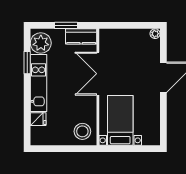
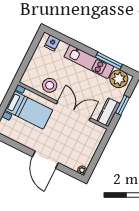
window: (27, 63) -> (109, 61), width x1.44
fridge: (38, 119) -> (52, 43), moved
stool: (82, 131) -> (50, 85), moved

